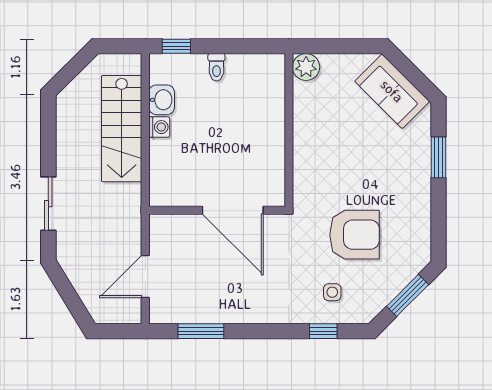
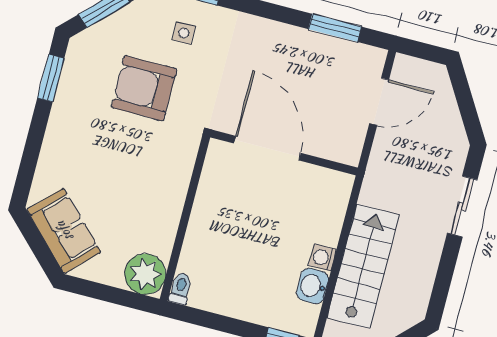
toilet: (216, 67) -> (180, 289), moved
plant: (306, 67) -> (145, 274), width x1.36, depth x1.36
window: (439, 157) -> (51, 78), moved

